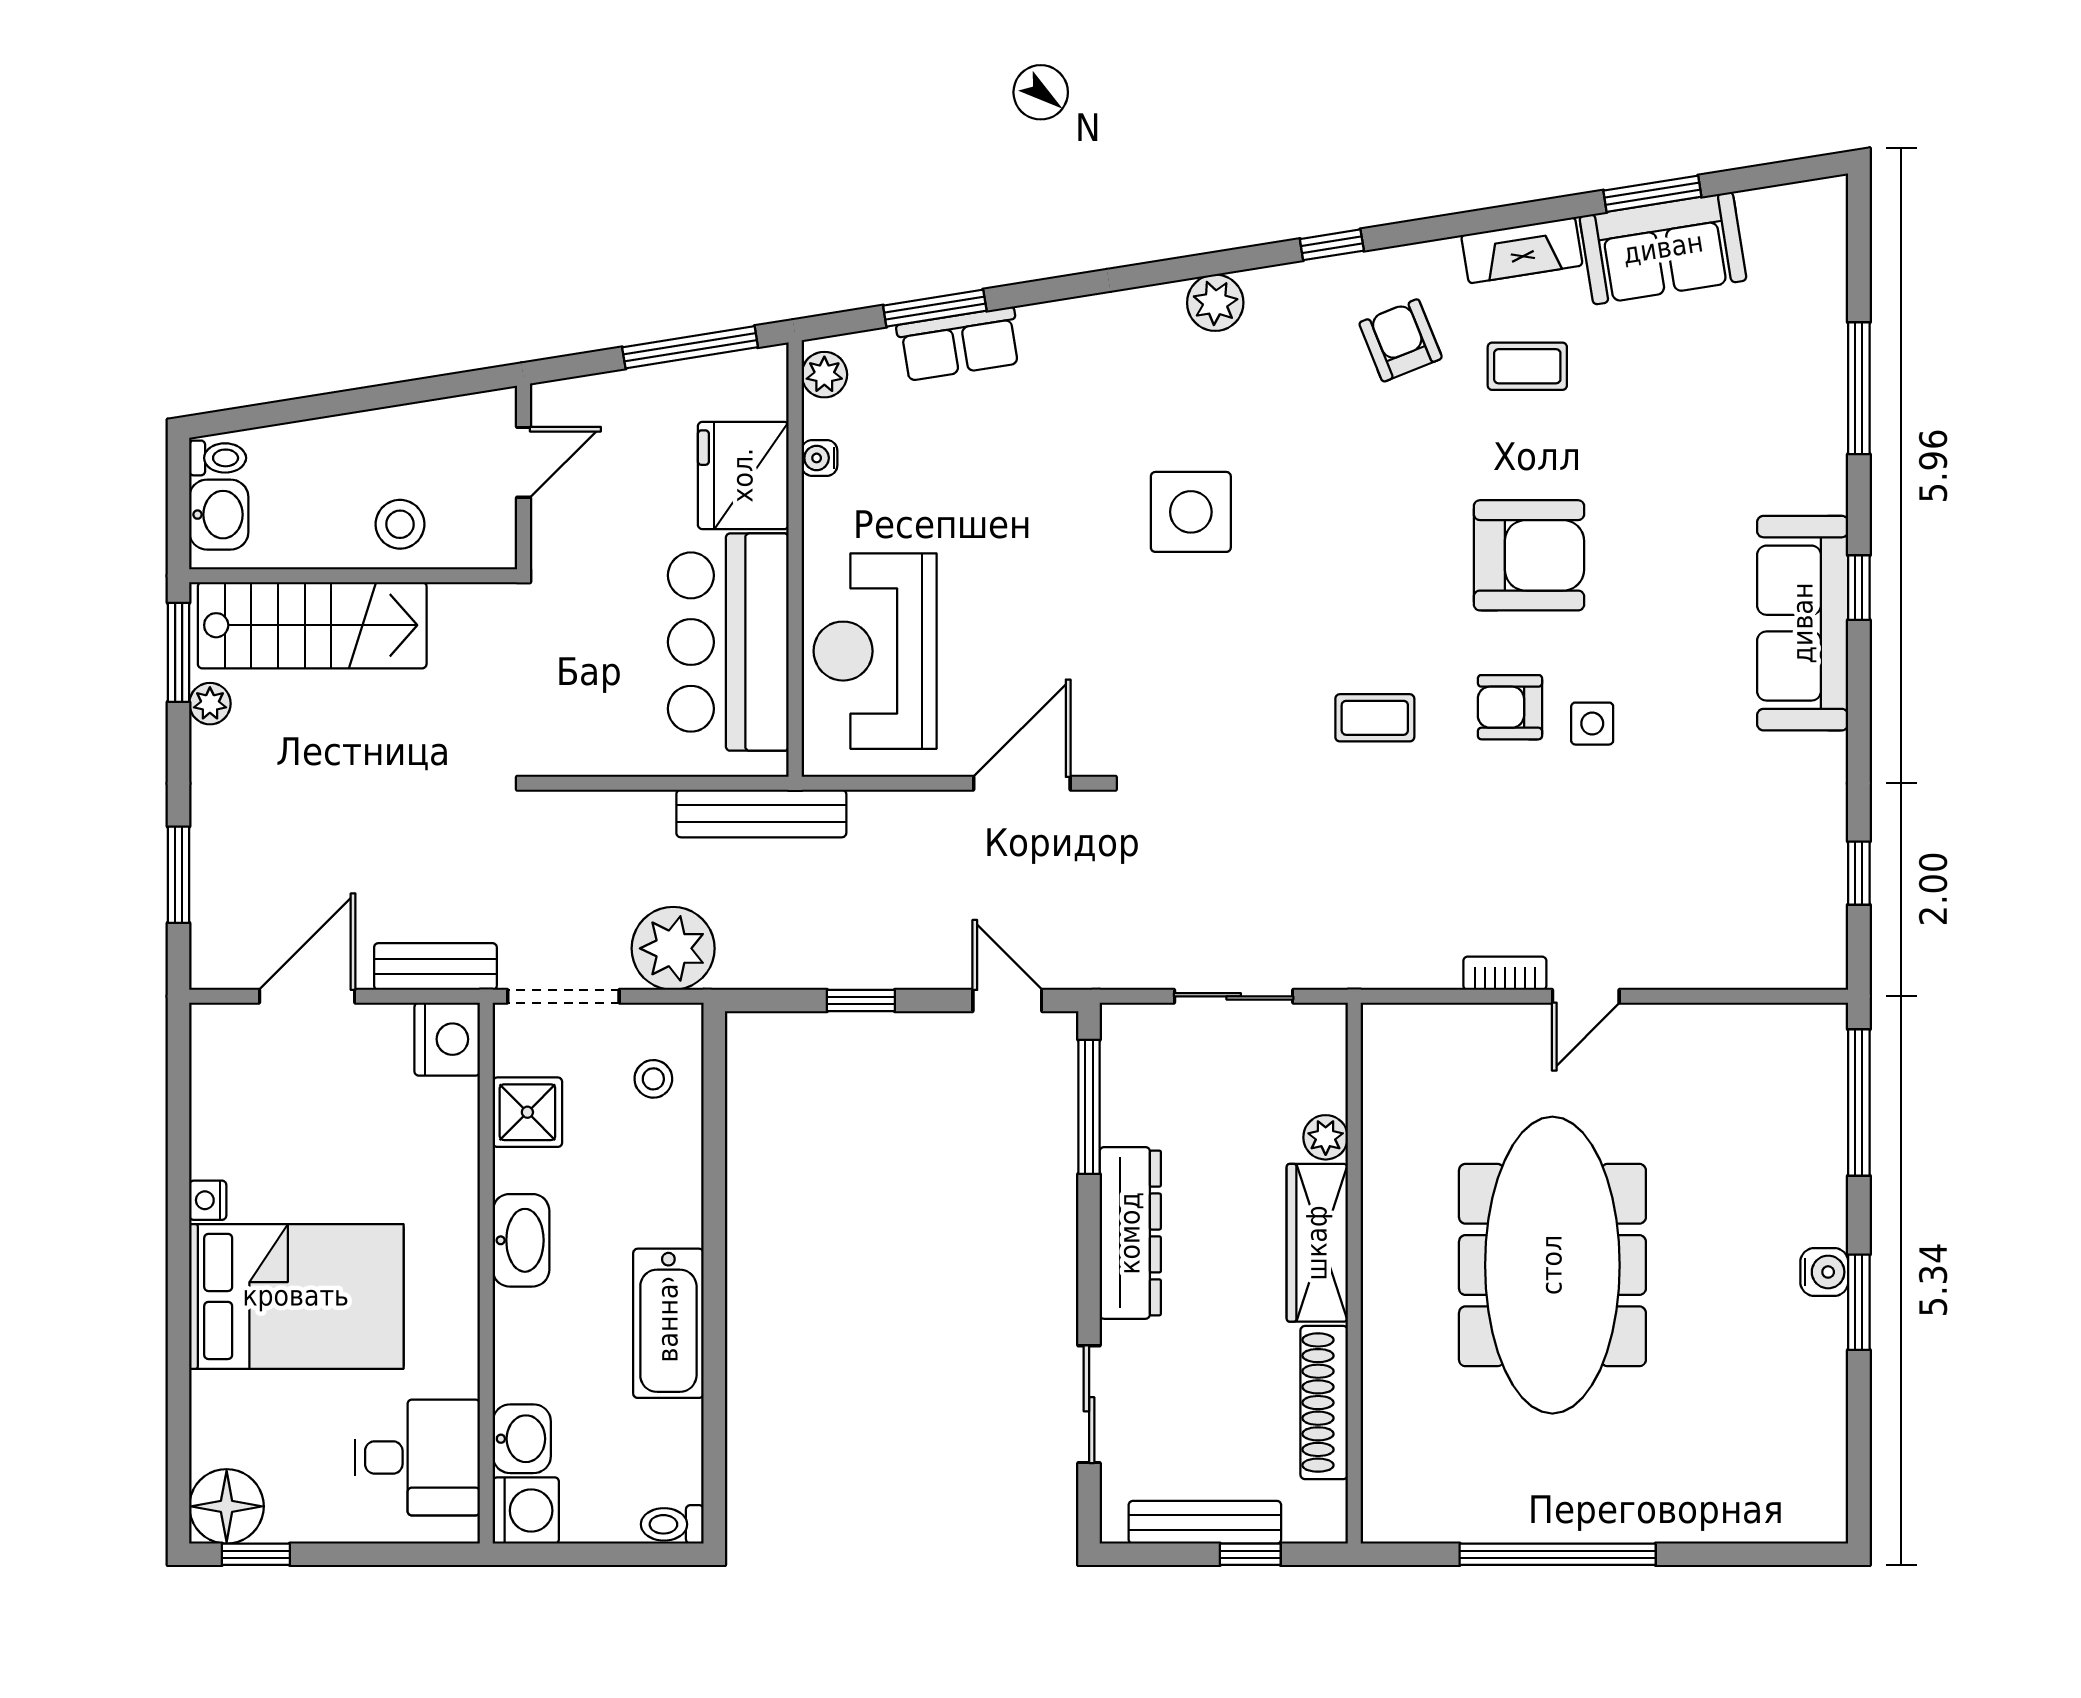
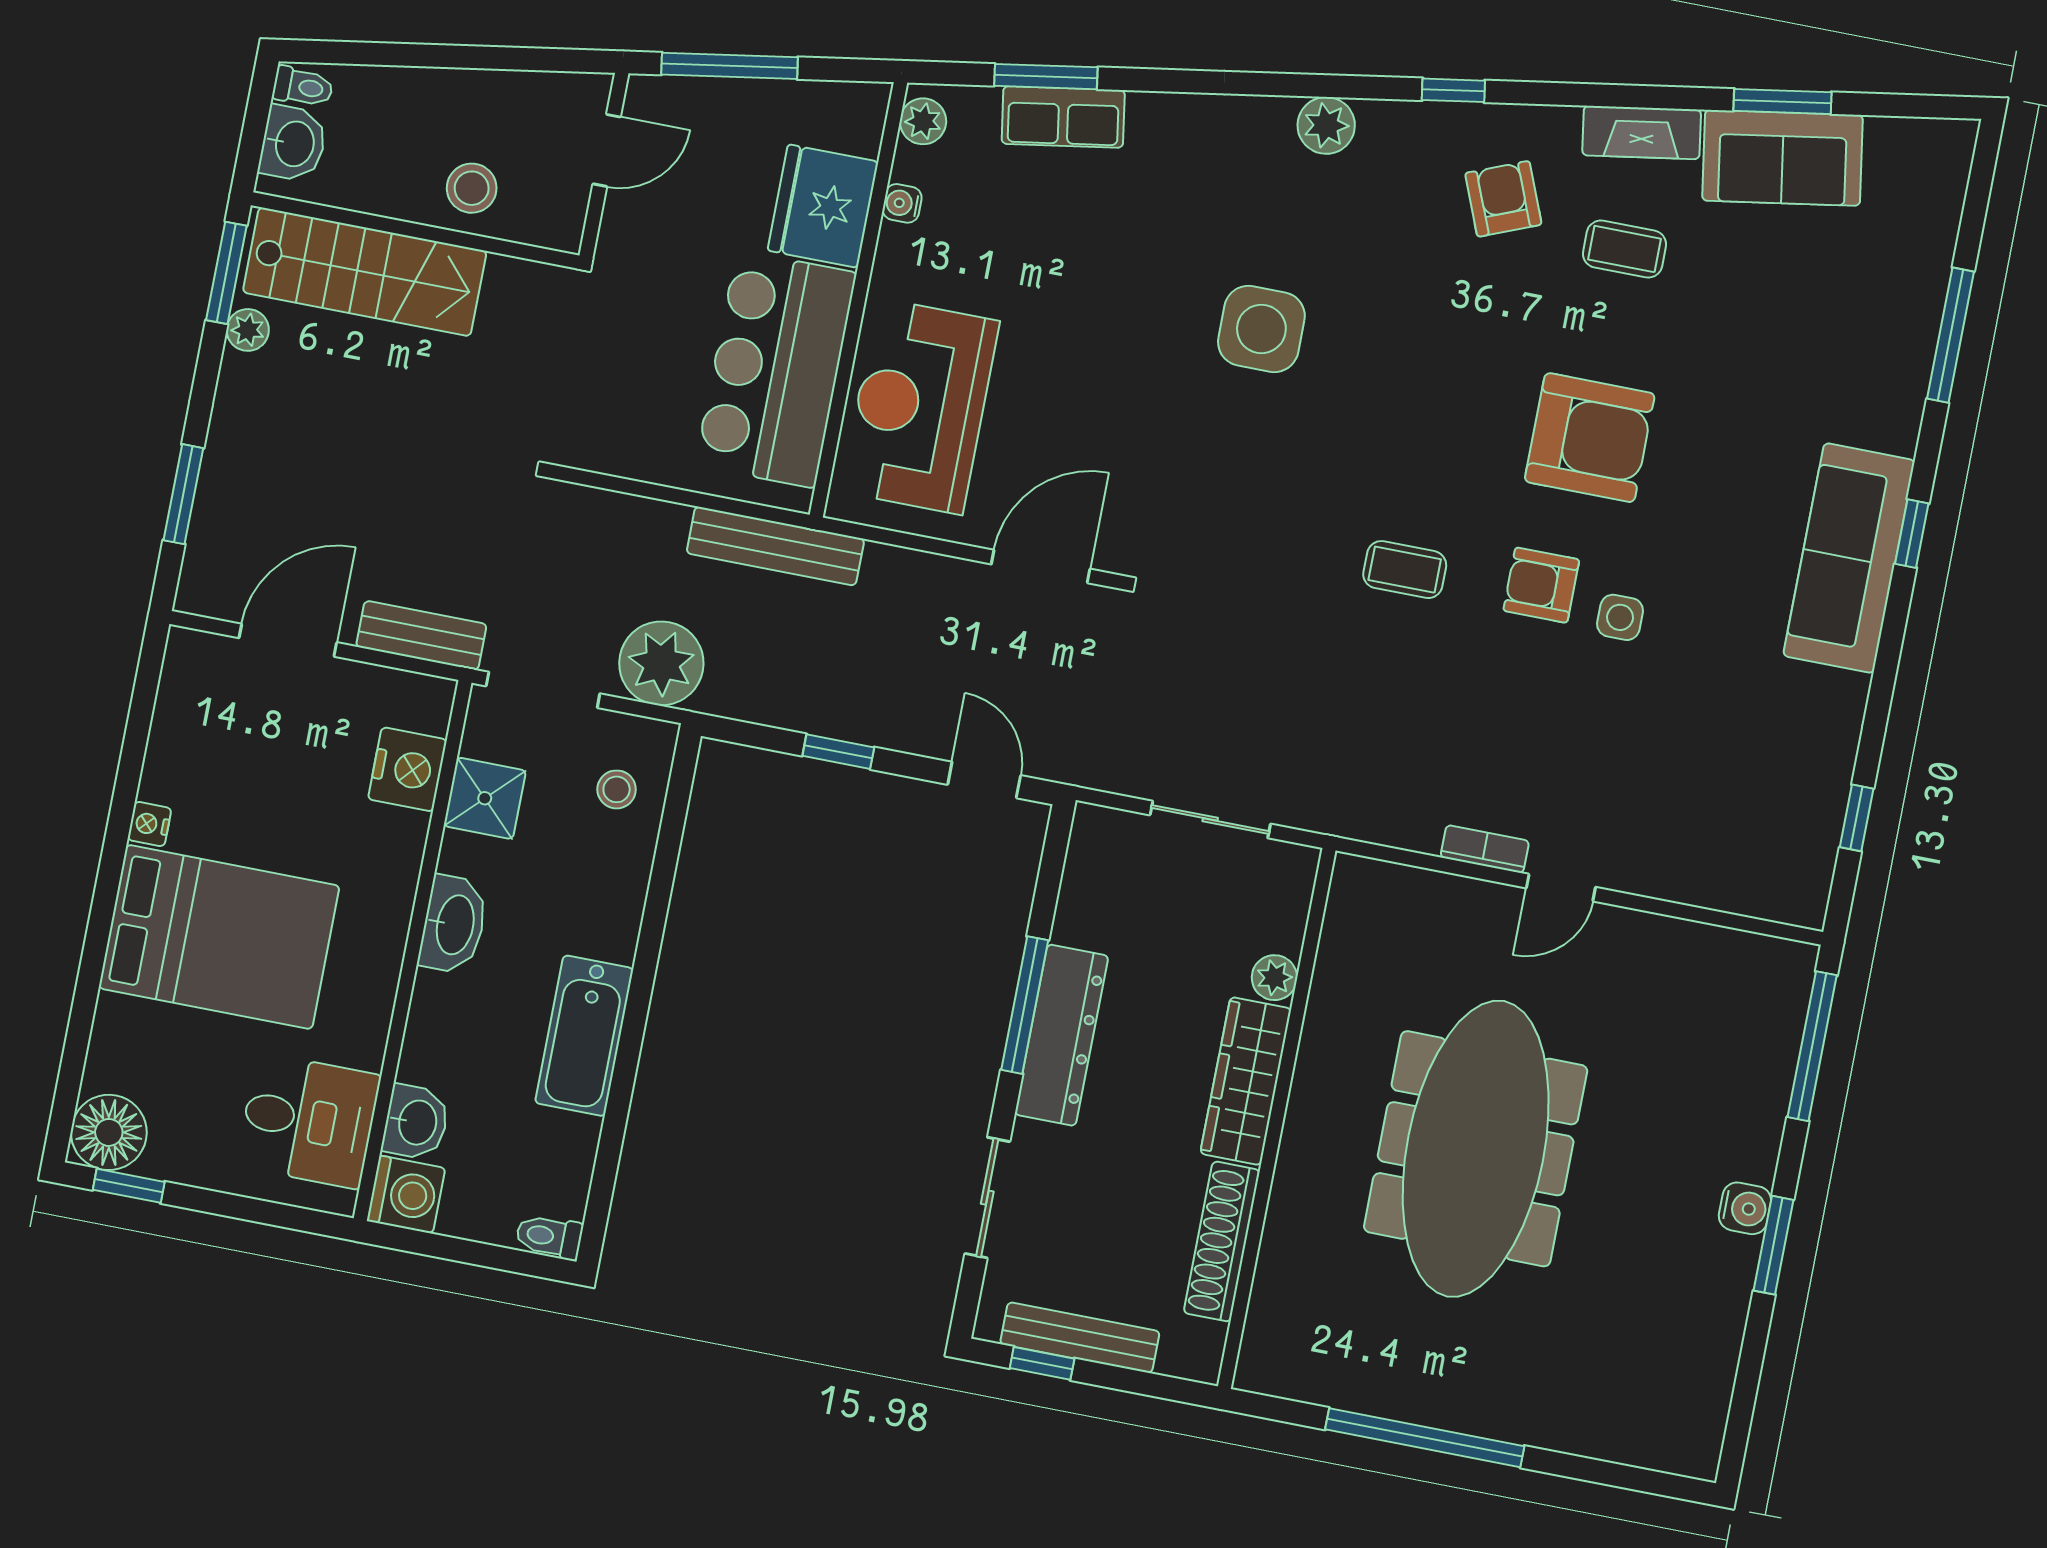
window: (690, 347) -> (730, 66), moved
nightstand: (447, 1039) -> (407, 769), moved
window: (1089, 1107) -> (1025, 1005), moved
window: (1250, 1554) -> (1042, 1363), moved

